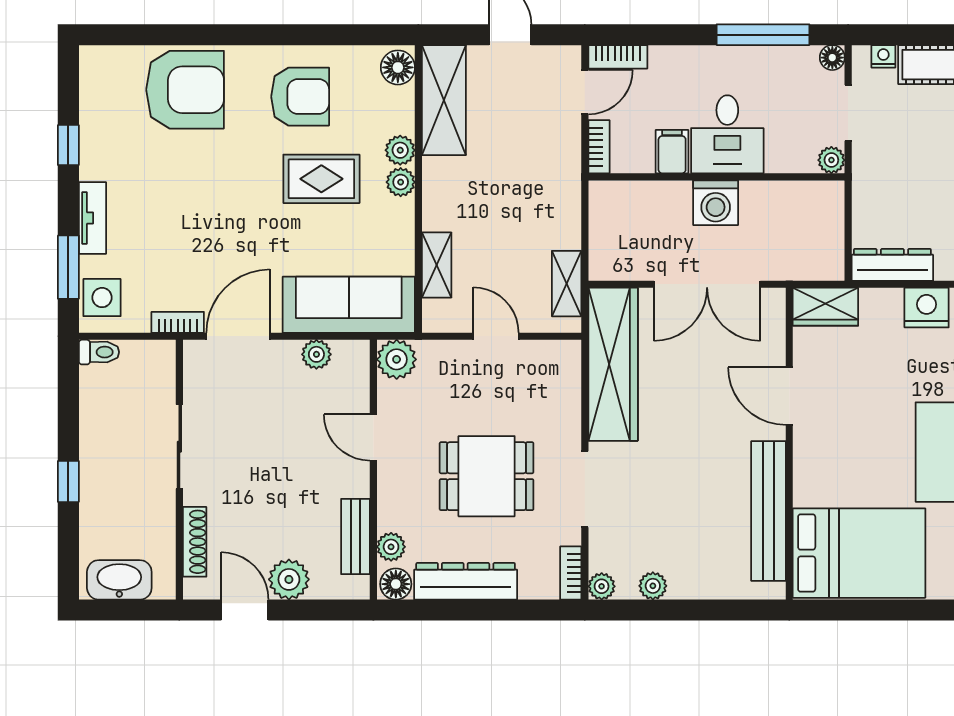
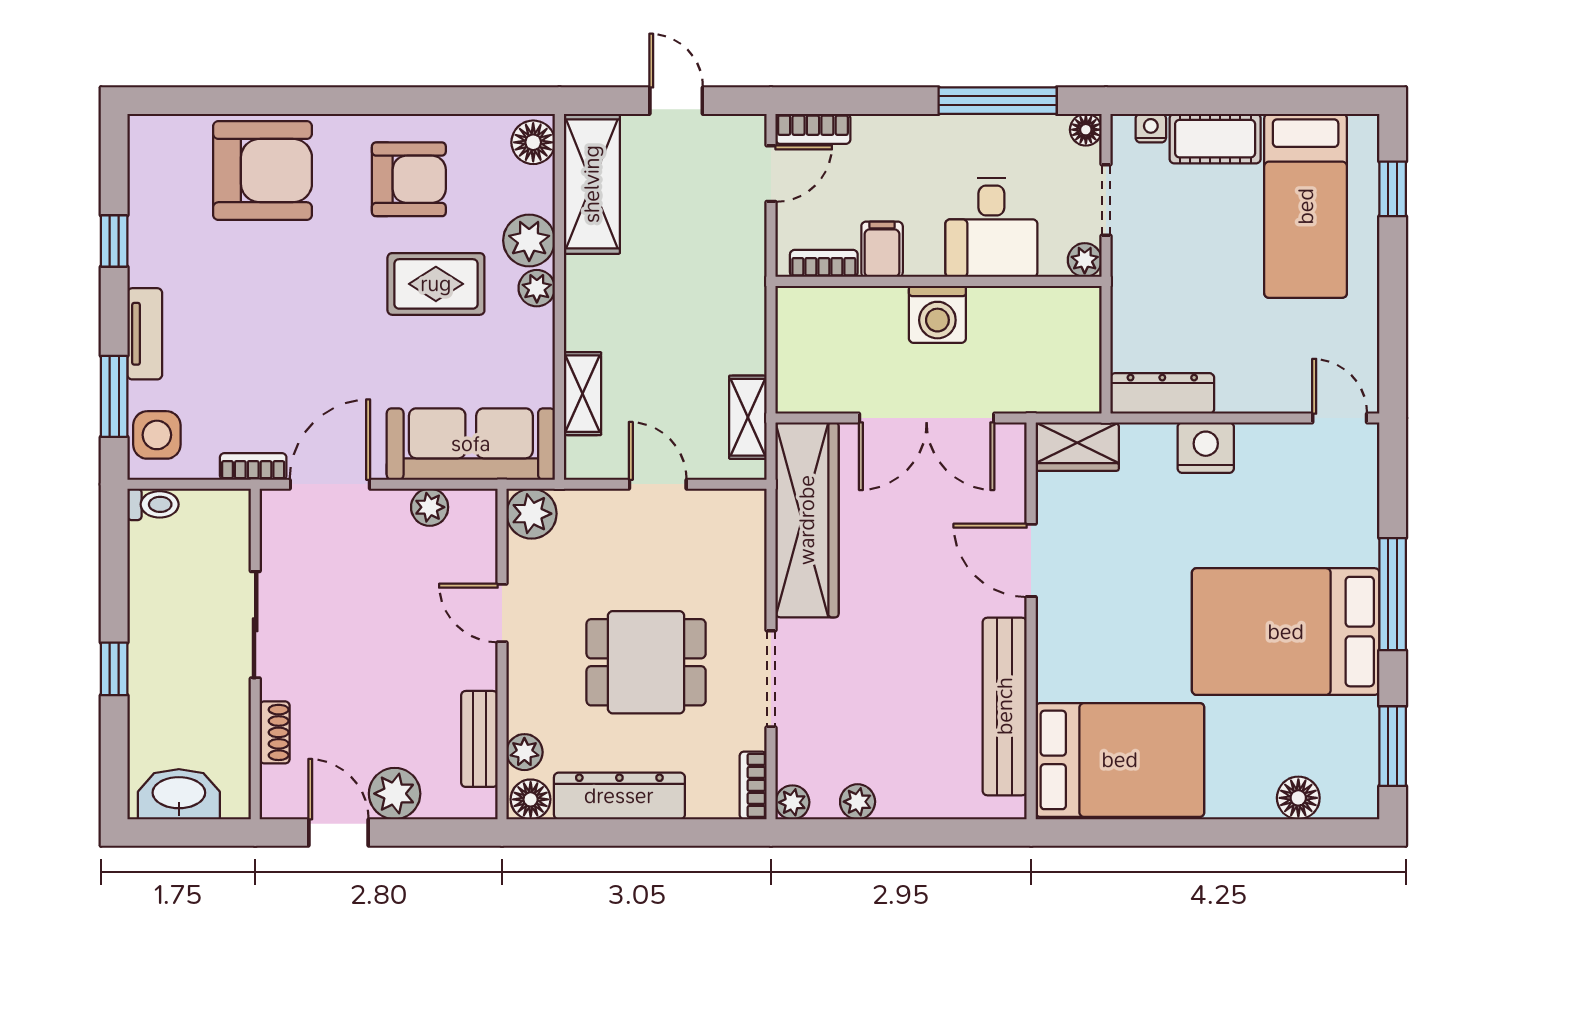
desk: (727, 134) -> (991, 227), moved
bookcase: (599, 147) -> (824, 263), moved, turned -90
plant: (400, 150) -> (529, 240), width x1.38, depth x1.38
shoe rack: (195, 542) -> (275, 732), width x0.70

